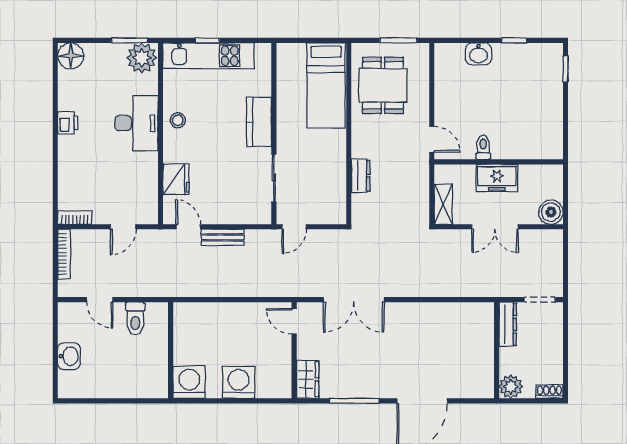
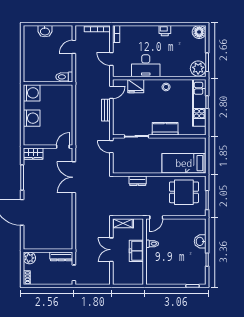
desk: (137, 123) -> (146, 66), moved
boiler: (551, 212) -> (119, 278), removed
toilet: (135, 318) -> (64, 77), moved

